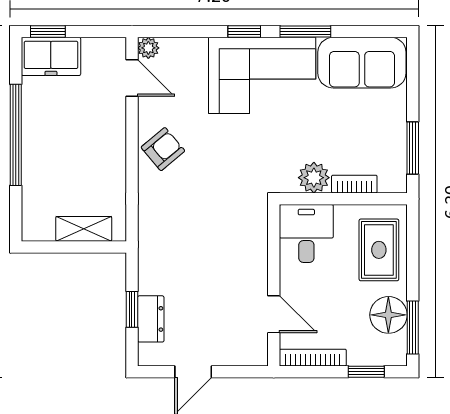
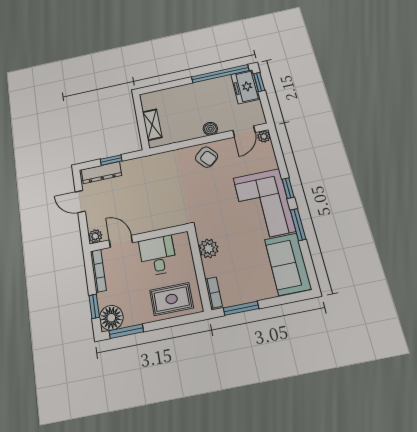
boiler: (114, 132) -> (210, 129), added
window: (16, 135) -> (220, 74), moved
bookcase: (354, 184) -> (214, 293), moved
desk: (306, 234) -> (158, 256), moved, turned -90
door: (274, 314) -> (121, 241), swing flipped
floor lamp: (388, 315) -> (111, 318), moved
dresser: (151, 319) -> (101, 173), width x1.44
plant: (257, 355) -> (95, 236), added

